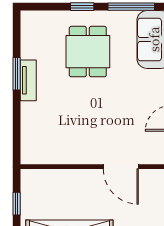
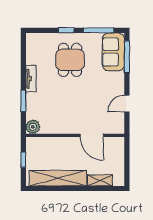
window: (17, 74) -> (23, 101), moved
plant: (31, 154) -> (33, 127), added

